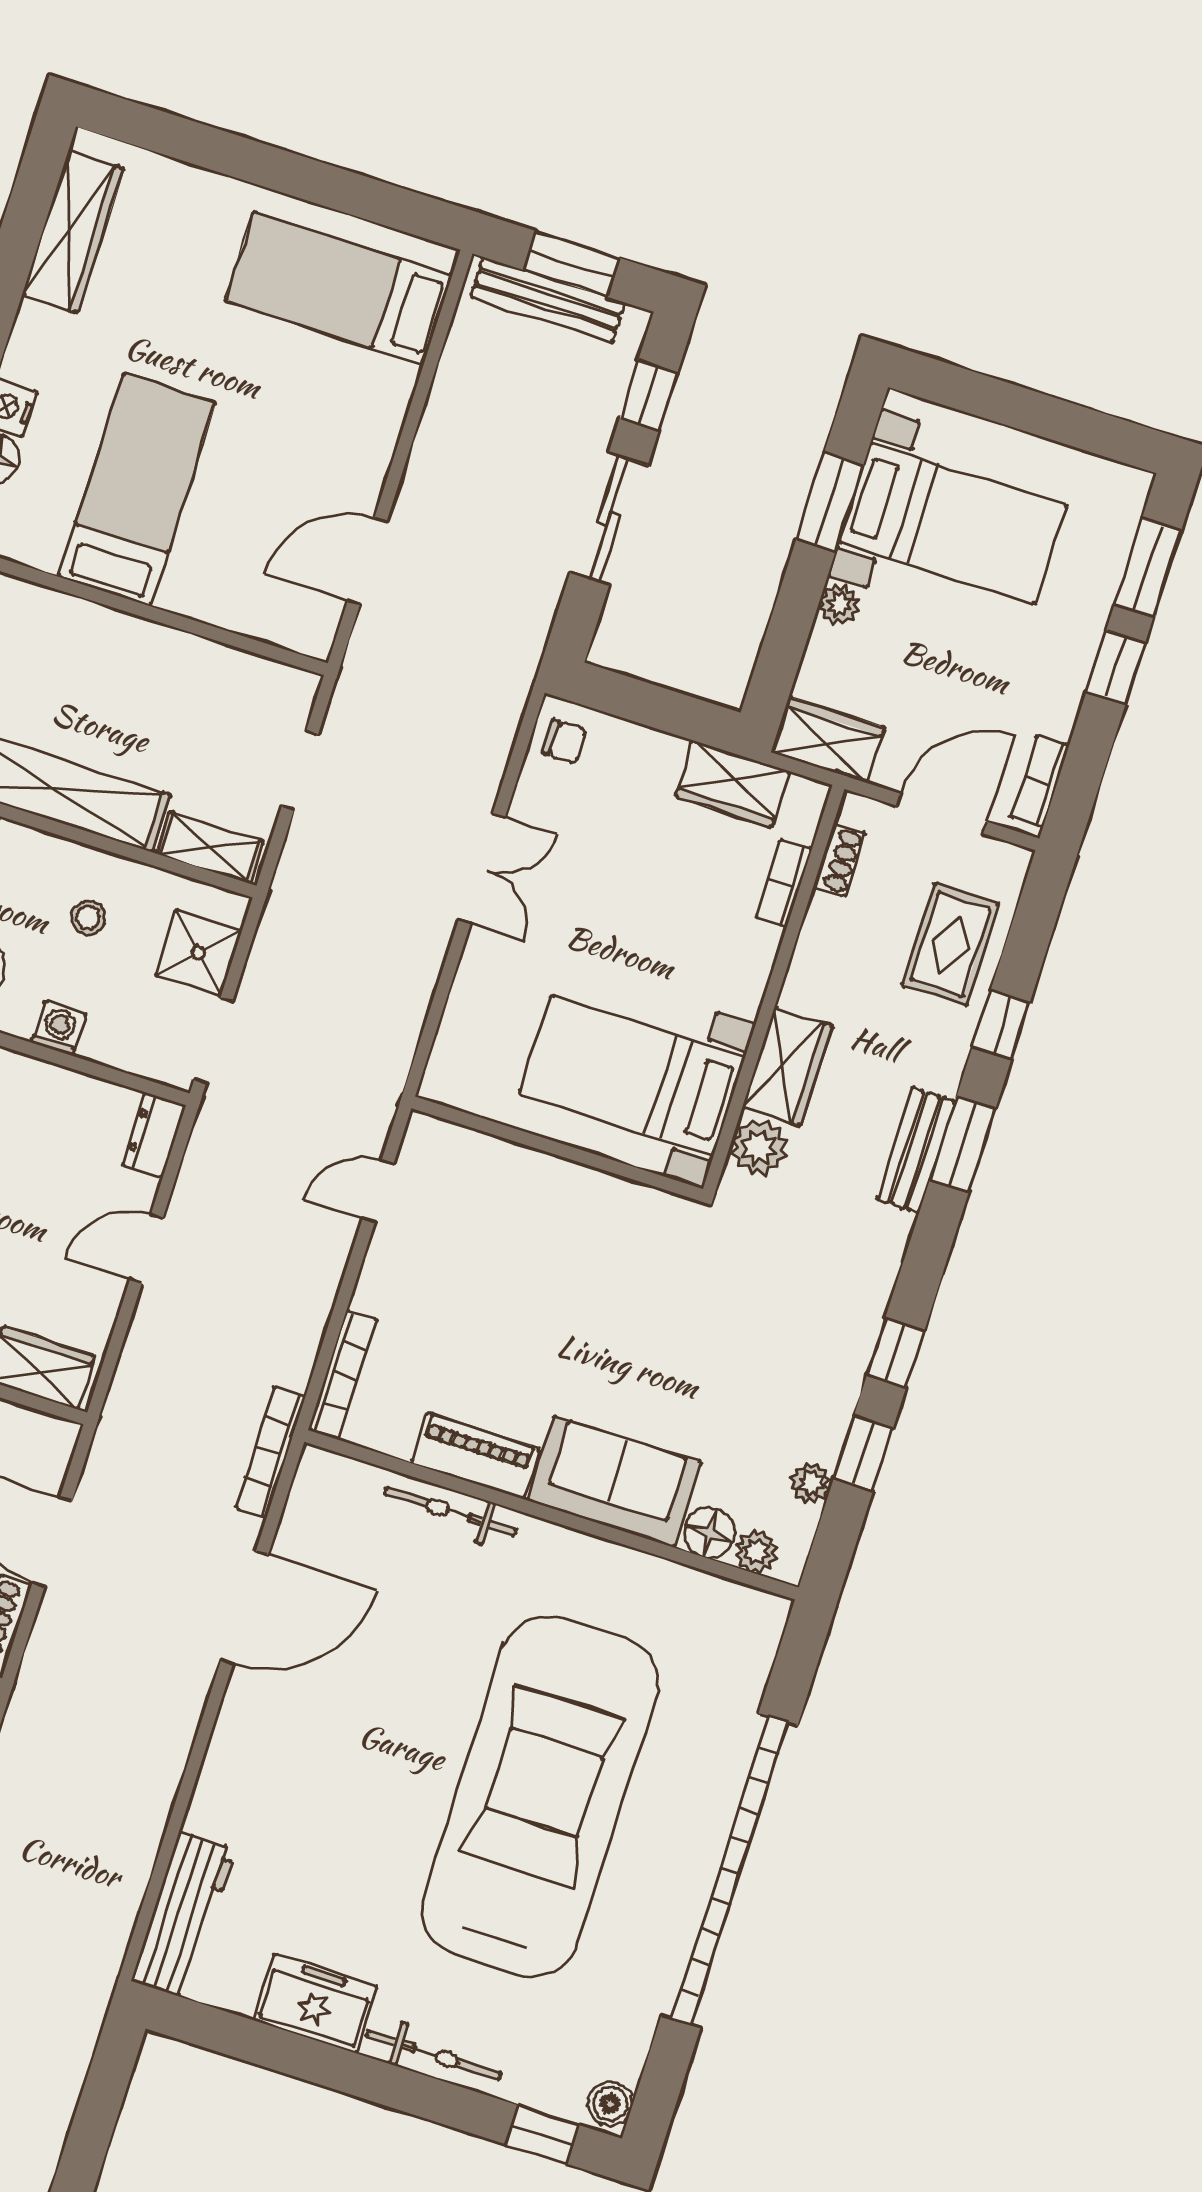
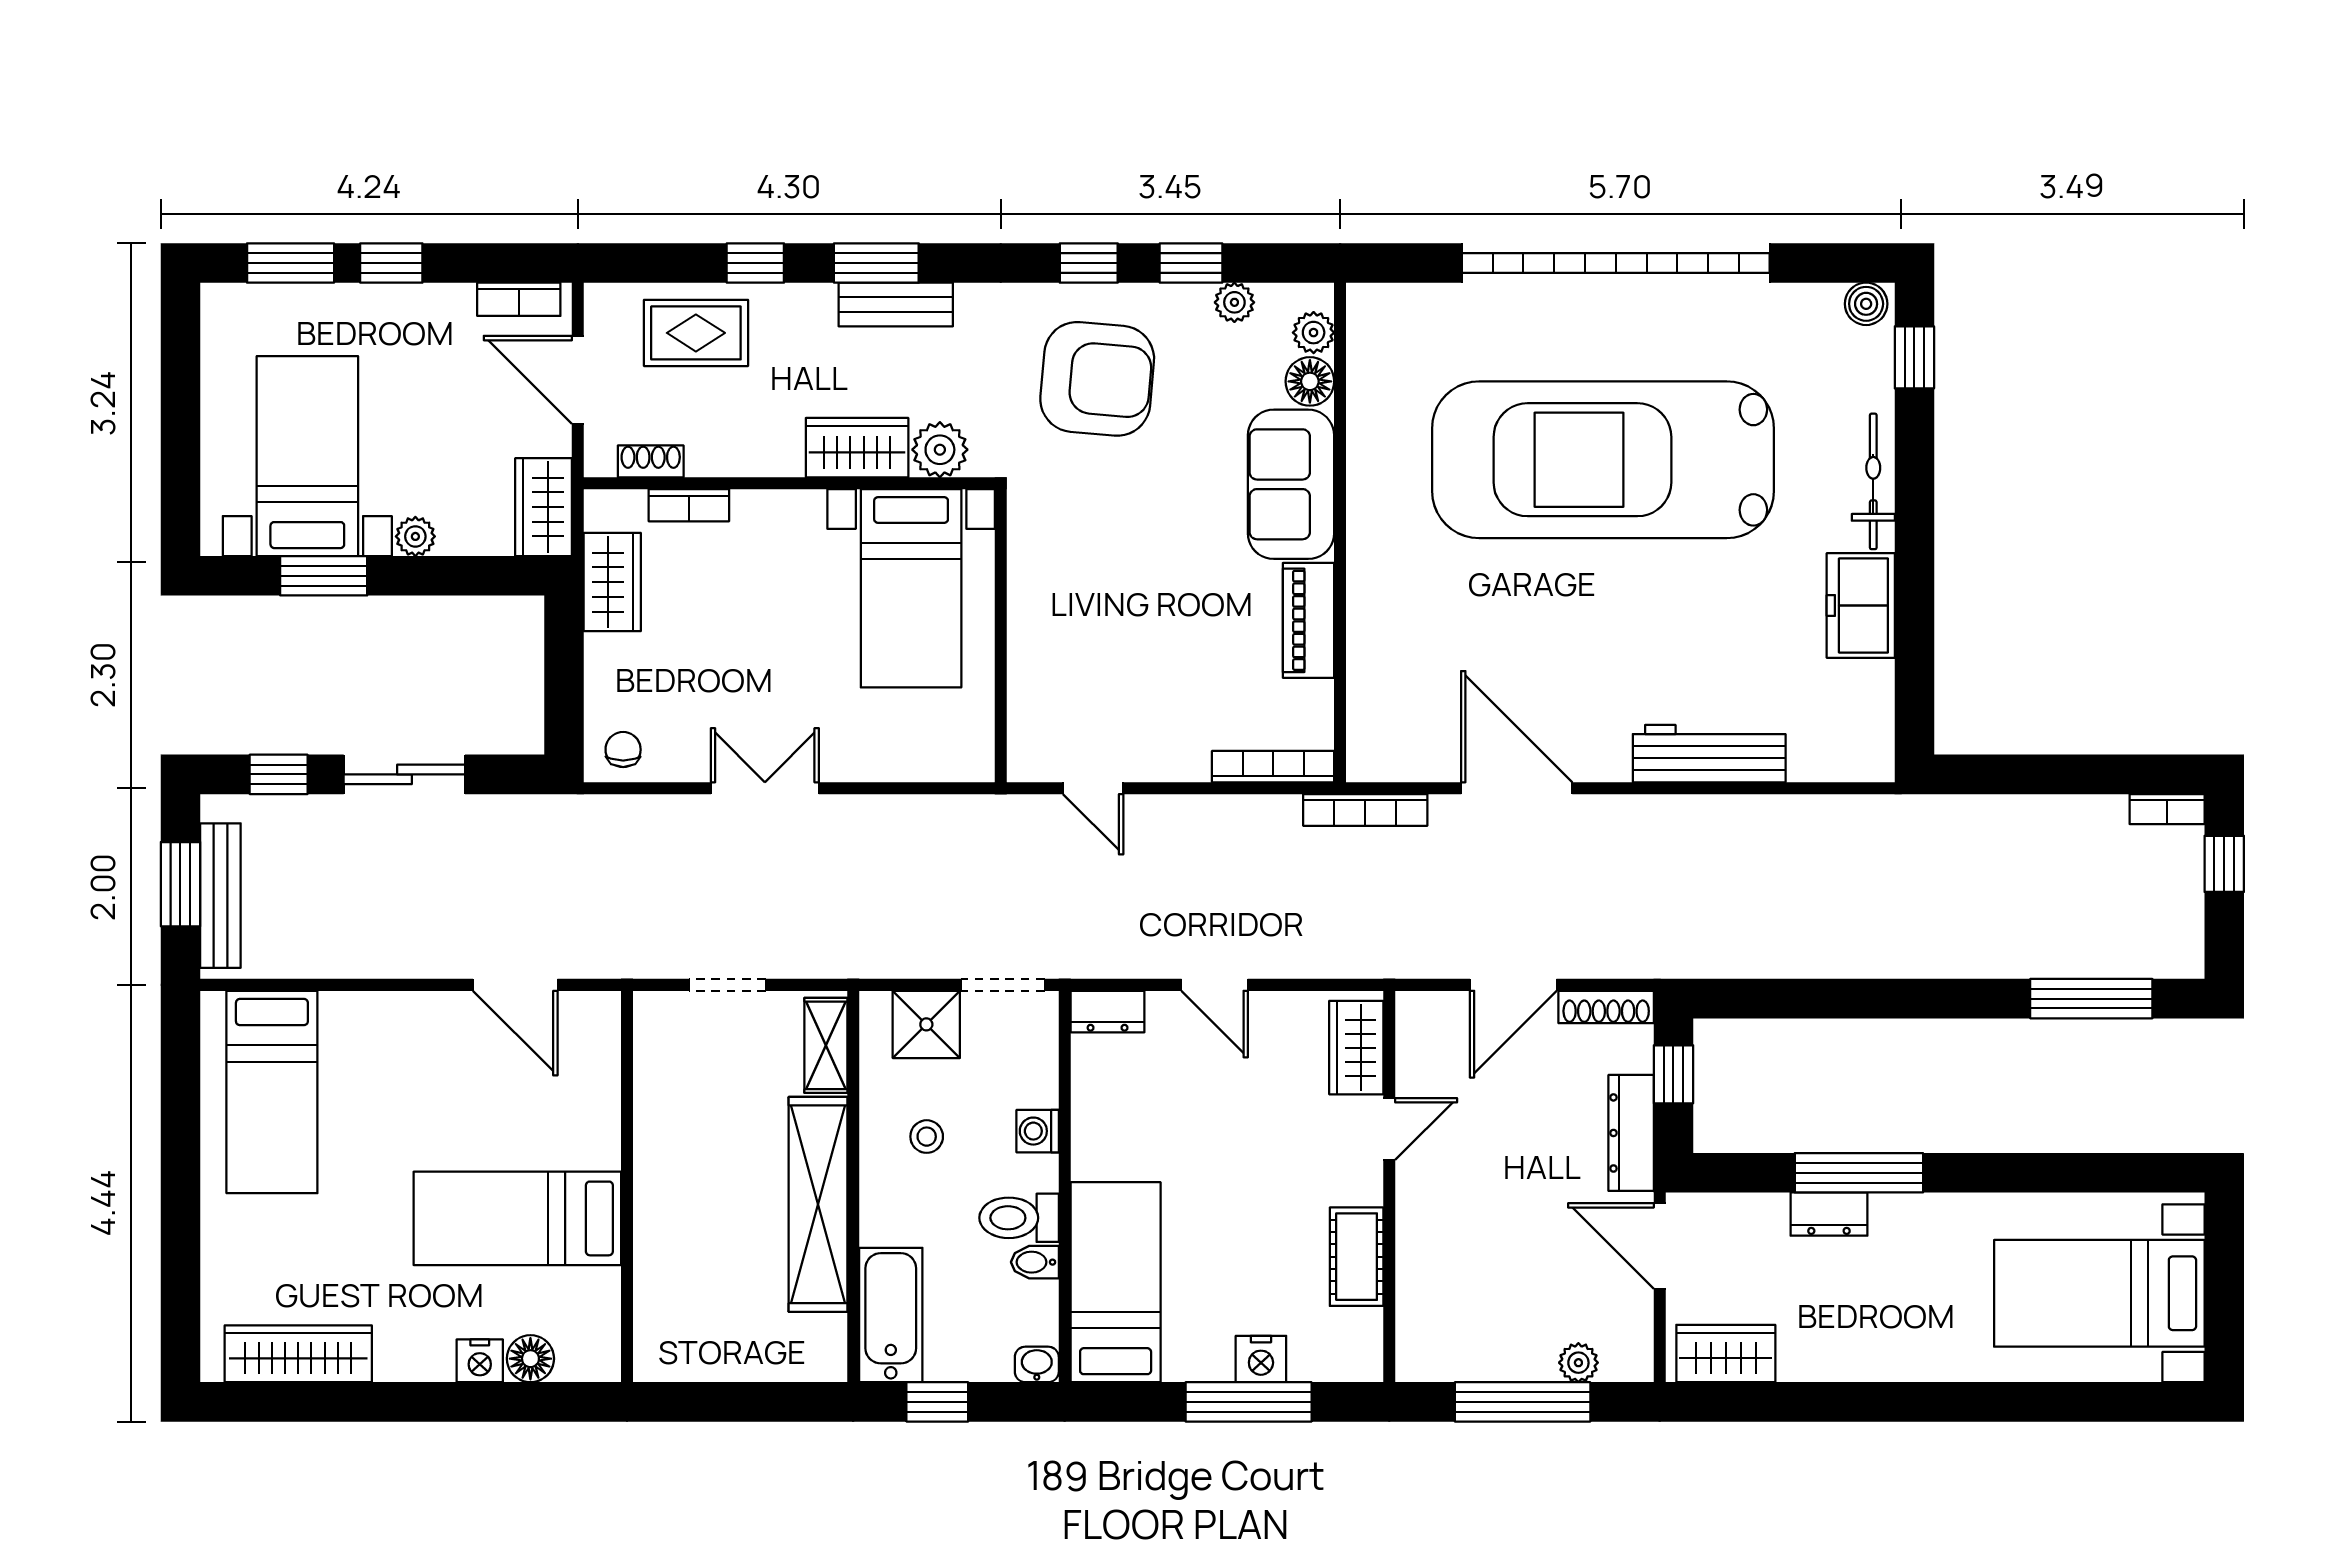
armchair: (779, 1324) -> (1097, 379), added
bicycle: (450, 1511) -> (1367, 627), removed
workbench: (183, 1915) -> (1709, 754), moved

